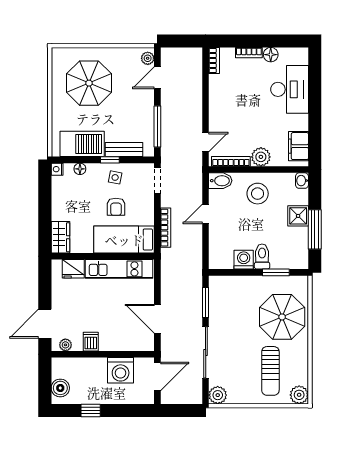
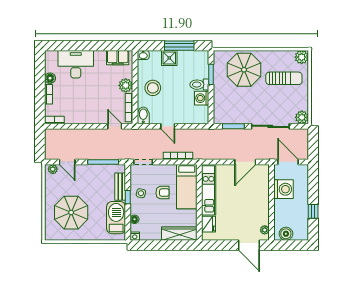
wardrobe: (60, 237) -> (179, 234), width x1.50
dishwasher: (91, 342) -> (262, 211), removed
boiler: (60, 388) -> (286, 234), moved

